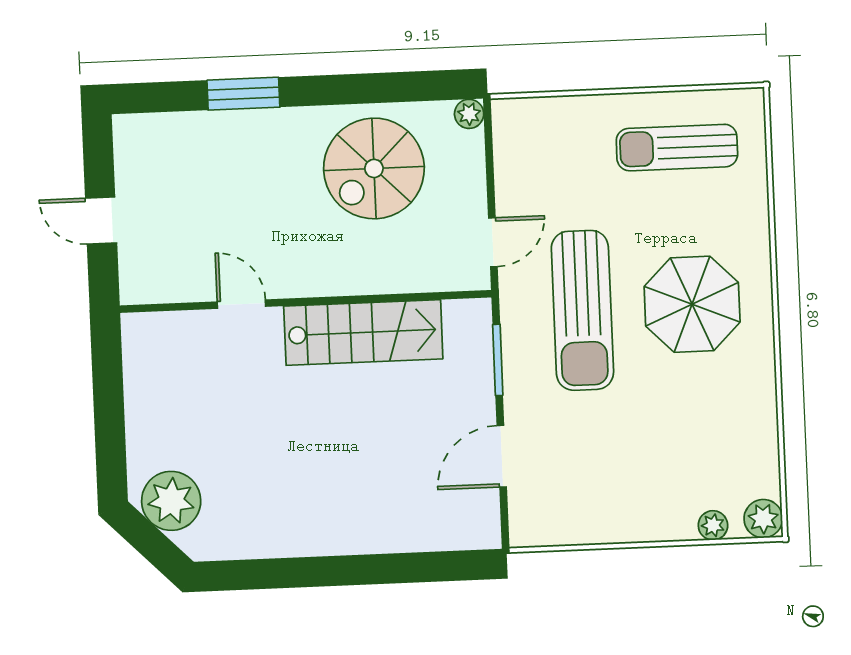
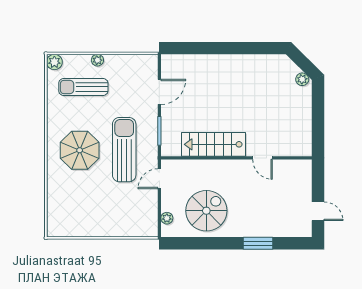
plant: (469, 114) -> (167, 218), moved
sun lounger: (677, 148) -> (83, 87), moved, turned 180
door: (101, 220) -> (318, 211), moved
plant: (171, 501) -> (302, 79), width x0.53, depth x0.53
plant: (713, 525) -> (97, 60), moved

